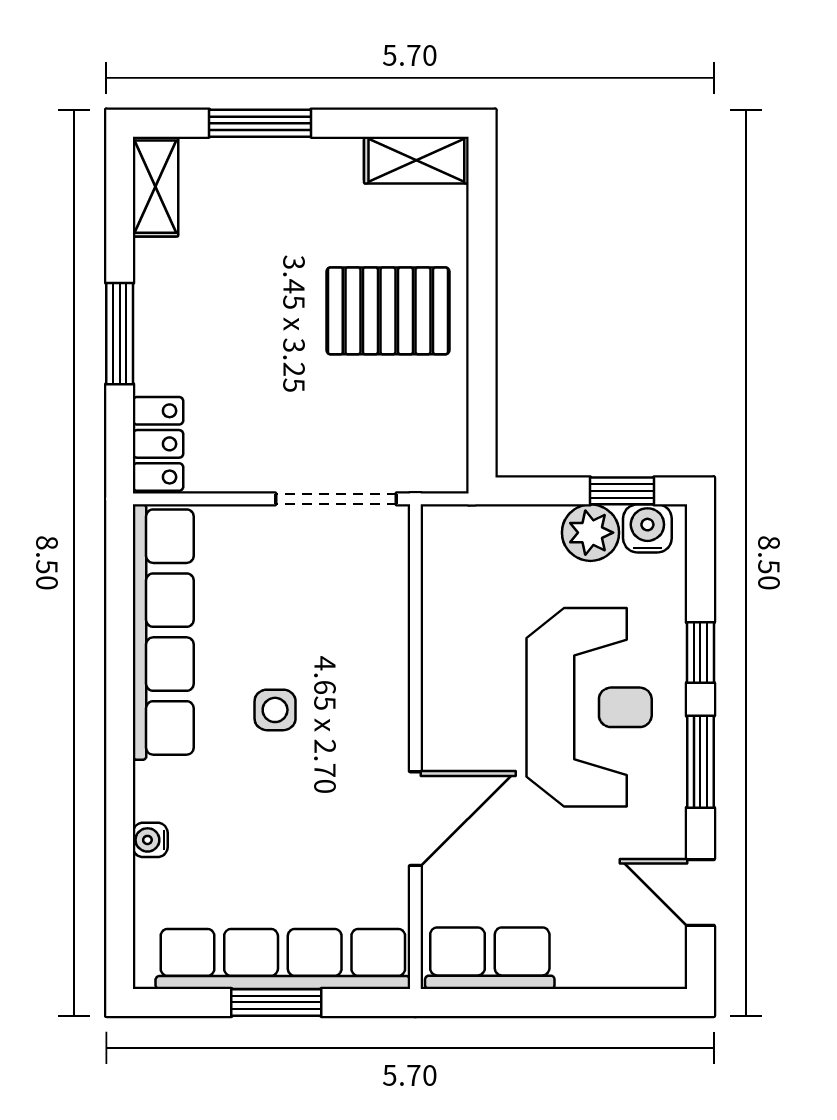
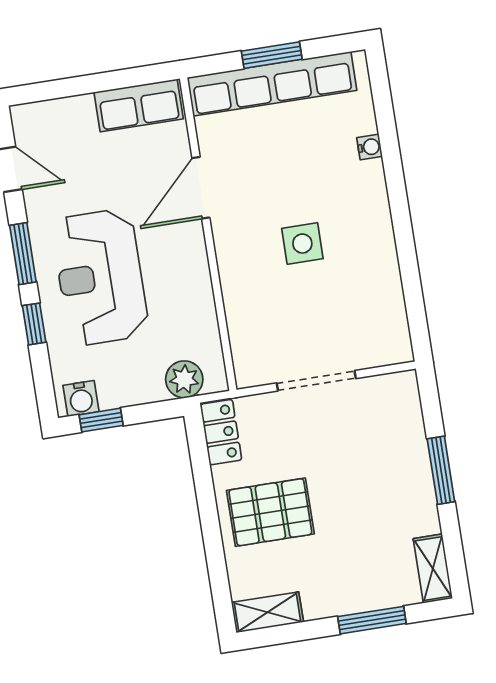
locker: (158, 444) -> (221, 432), moved, turned 180
doorway: (336, 499) -> (316, 381), moved
plant: (591, 533) -> (184, 379), moved
row of seats: (163, 632) -> (382, 282), removed
side table: (275, 710) -> (302, 244), width x1.37, depth x1.37

